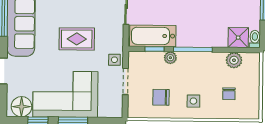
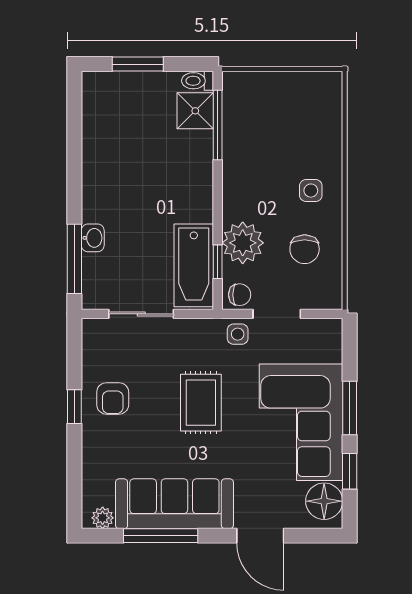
window: (193, 49) -> (218, 125), moved
plant: (170, 58) -> (243, 243), width x1.87, depth x1.87
plant: (234, 60) -> (236, 118), removed
chair: (229, 94) -> (240, 295), moved

